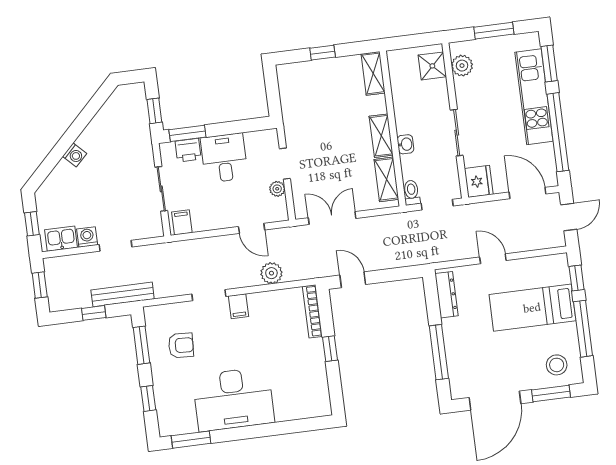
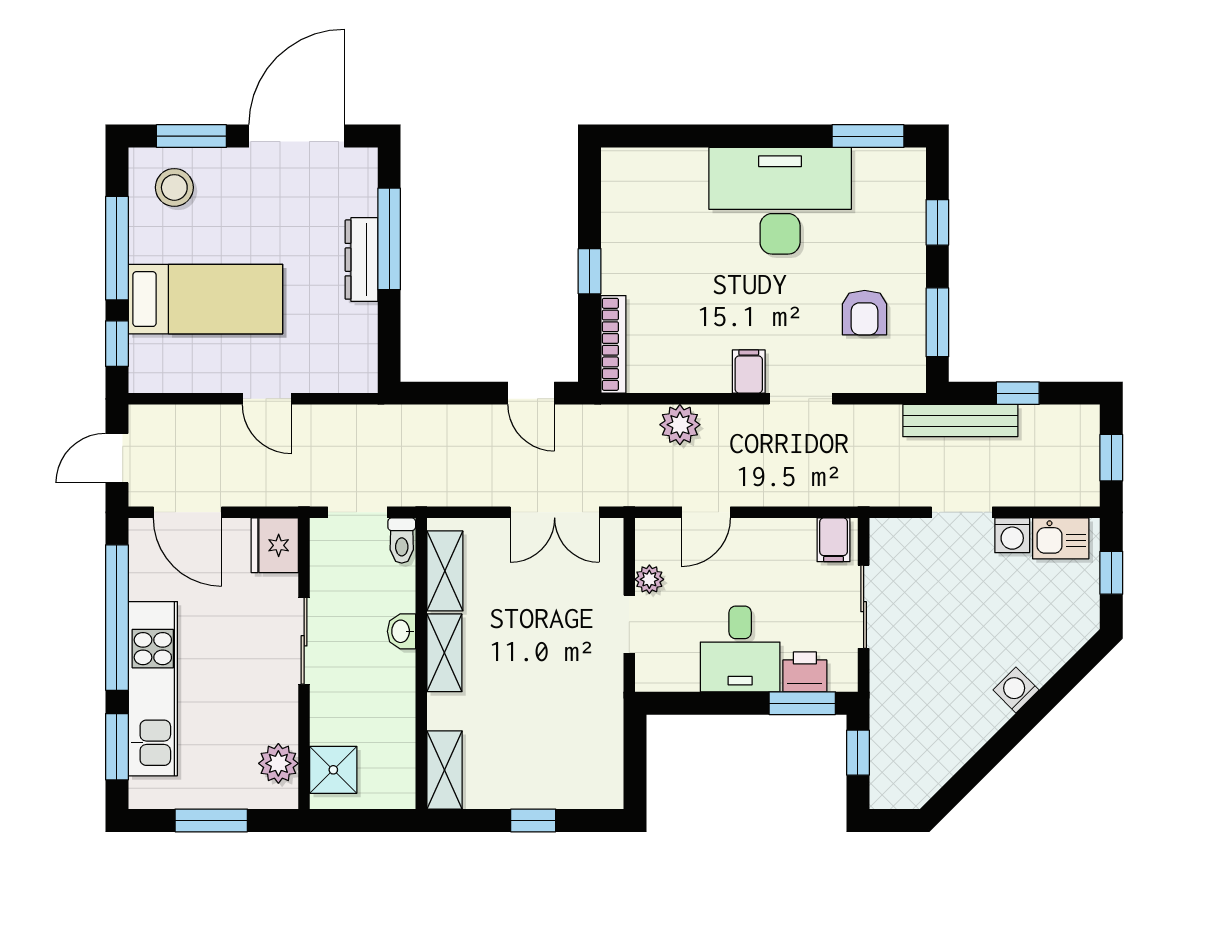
door: (252, 228) -> (706, 512), swing flipped
dresser: (446, 295) -> (361, 260), moved
armchair: (181, 345) -> (865, 313), turned -93

